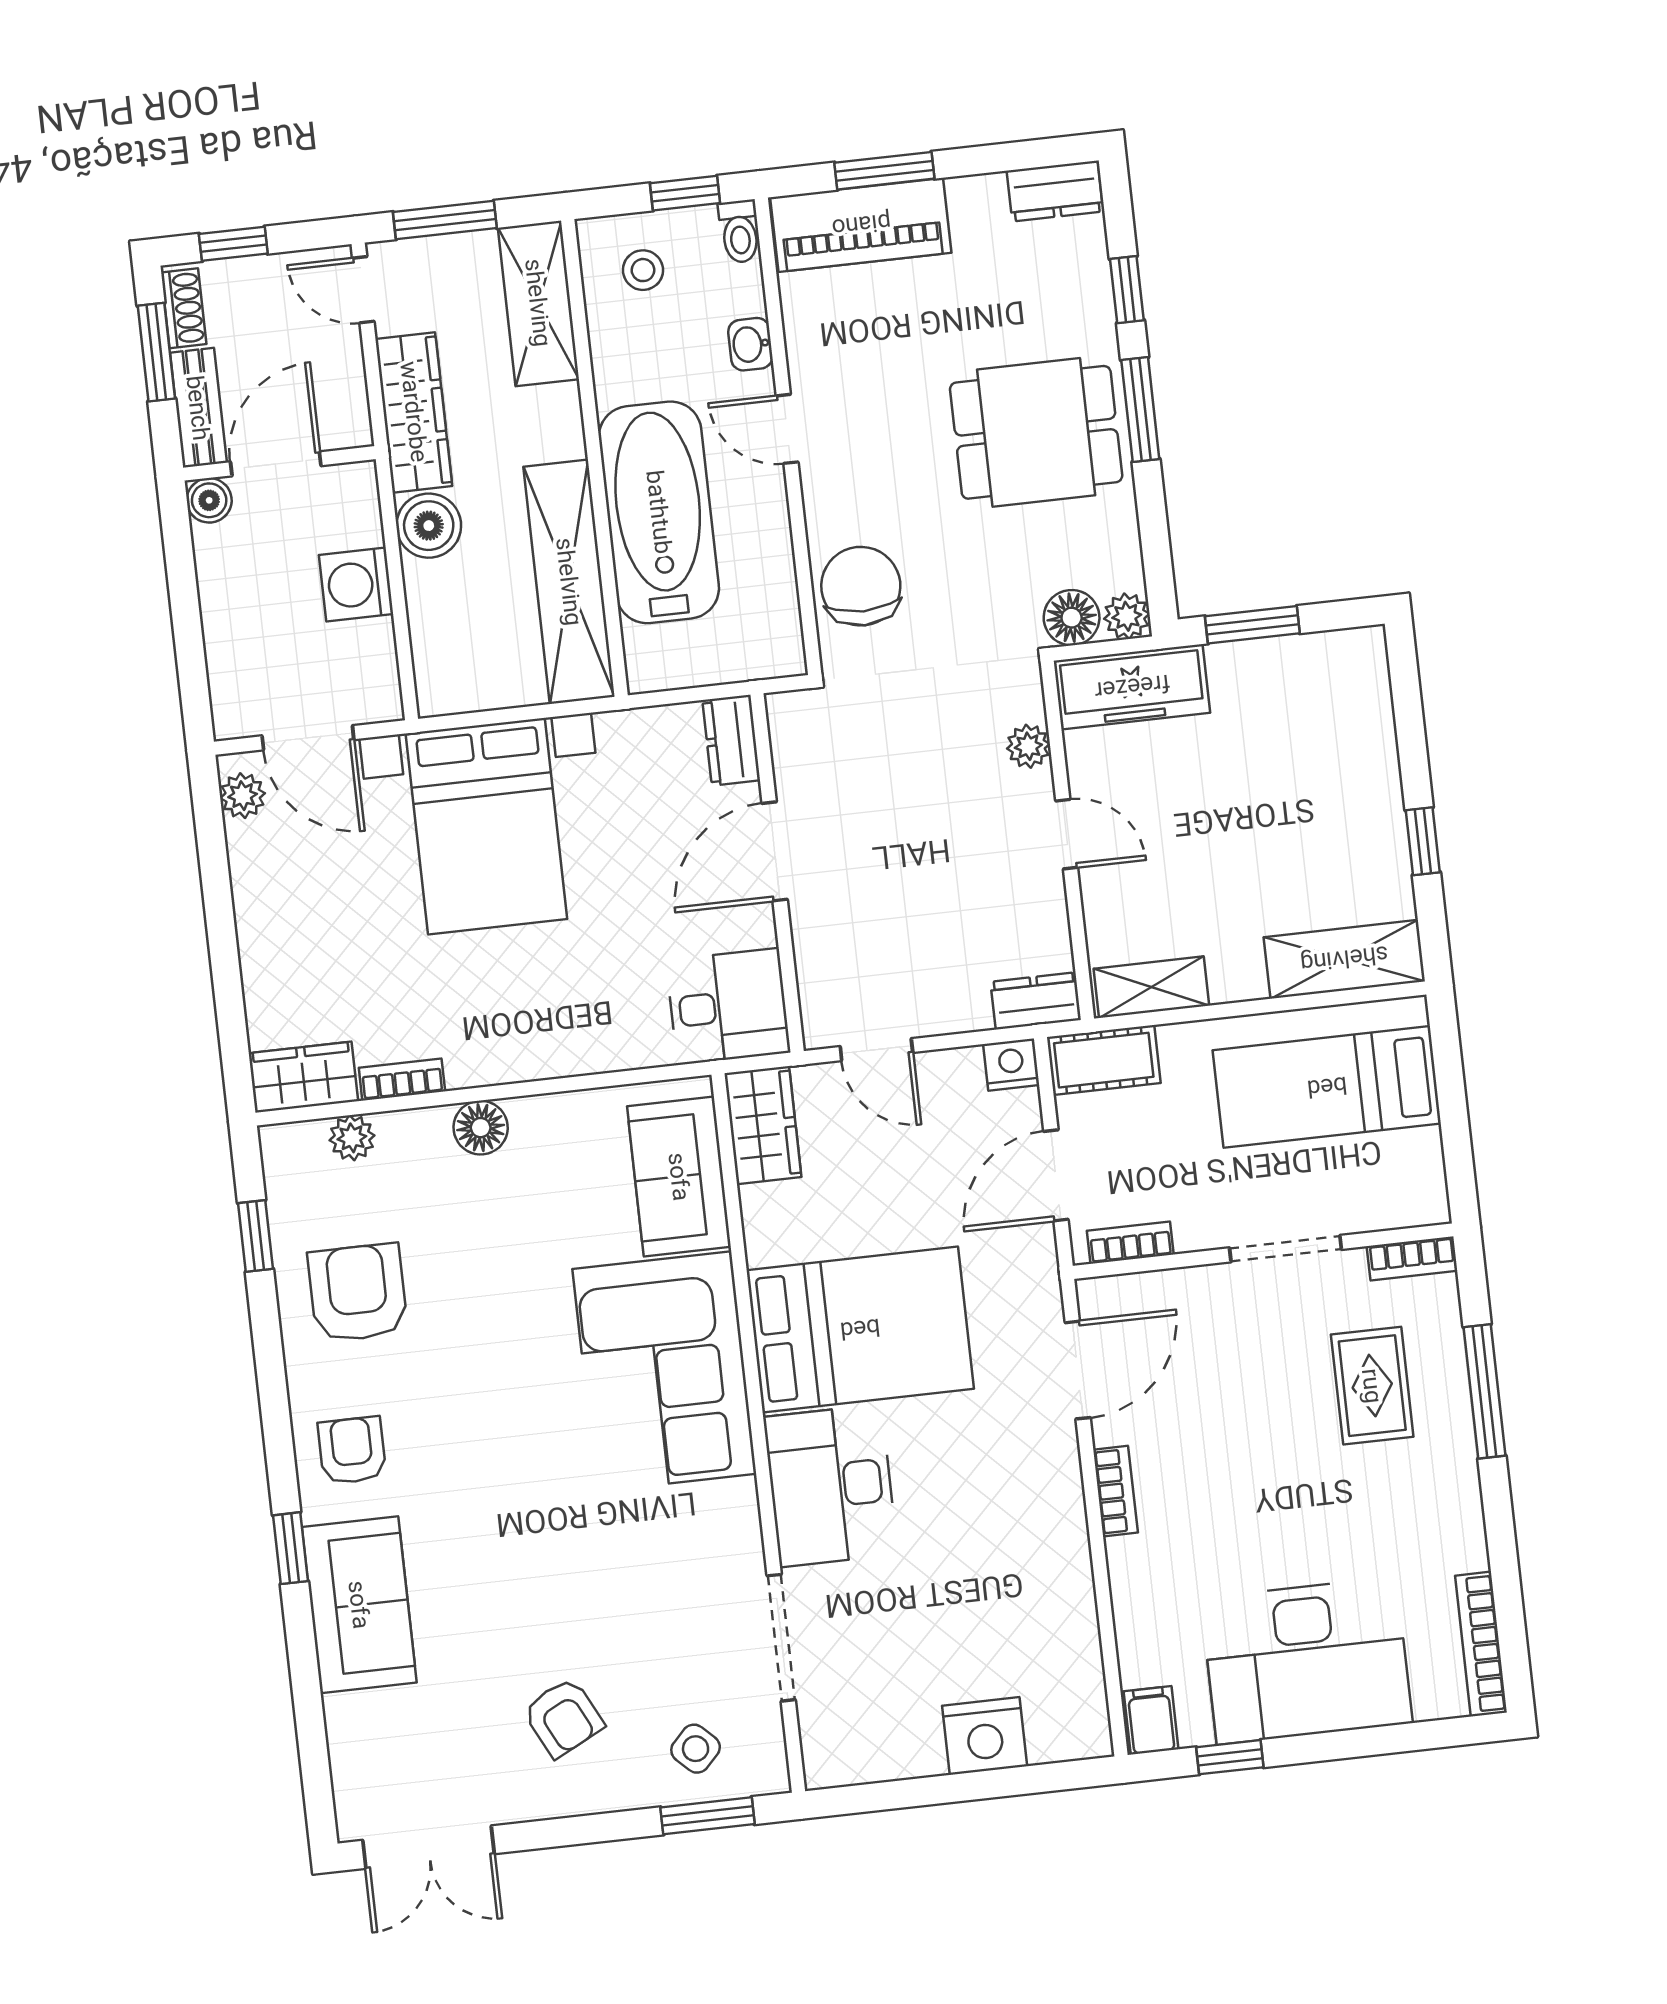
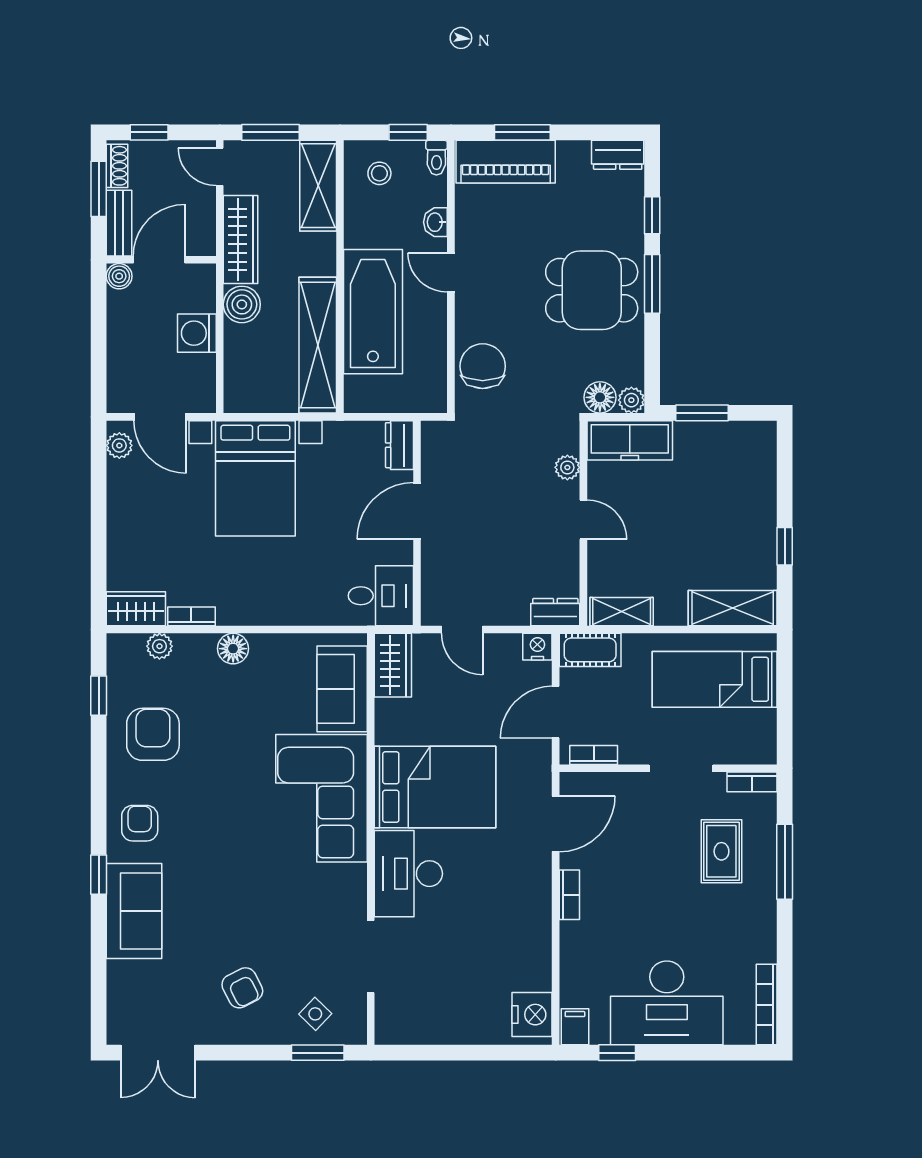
nightstand: (985, 1736) -> (532, 1015), moved, turned -90

